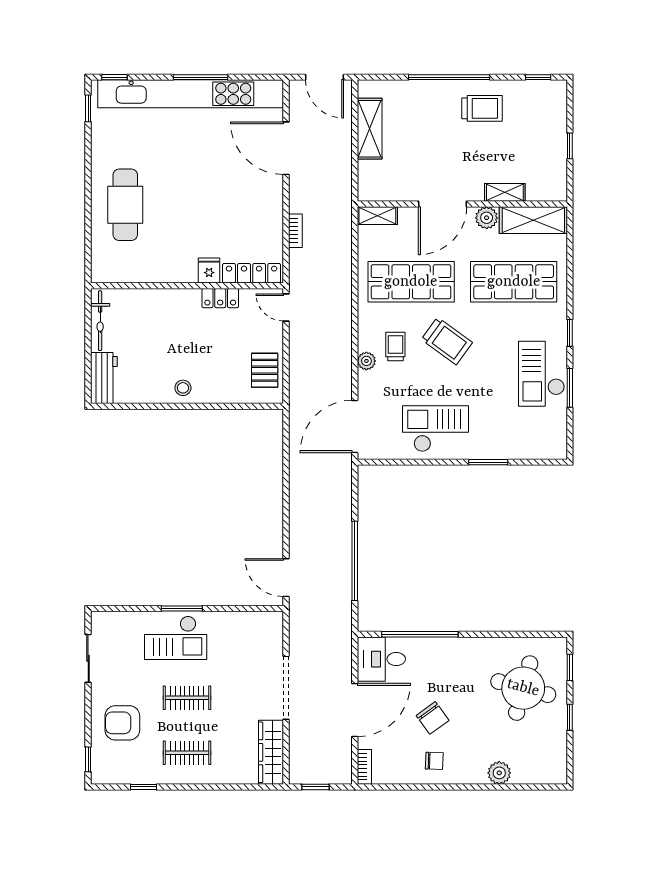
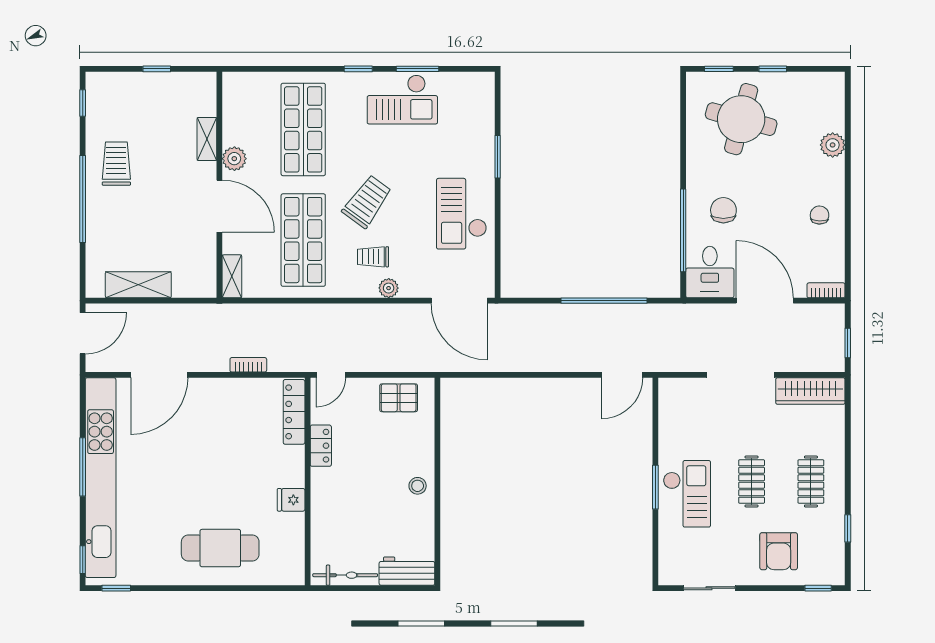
shelving: (533, 220) -> (237, 108), removed
fridge: (209, 270) -> (291, 500), moved
chair: (433, 718) -> (723, 210), moved, turned -54

